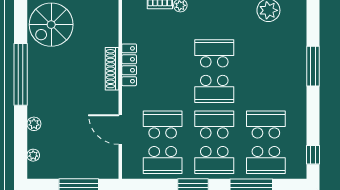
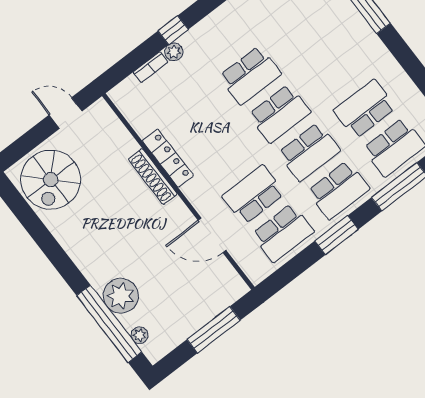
school desk: (214, 53) -> (250, 75), turned 180
window: (21, 74) -> (109, 324), moved
plant: (34, 124) -> (121, 296), width x1.88, depth x1.88
school desk: (214, 124) -> (309, 152), turned 180

